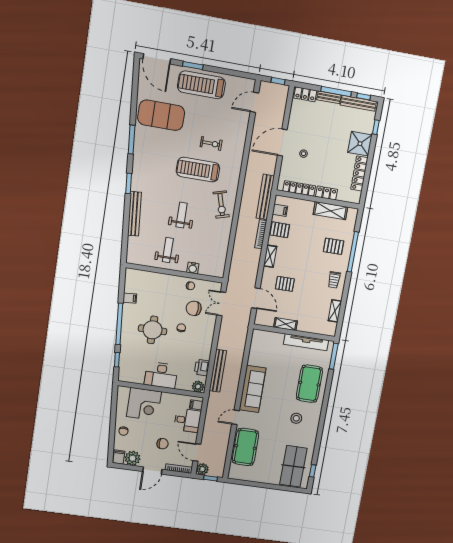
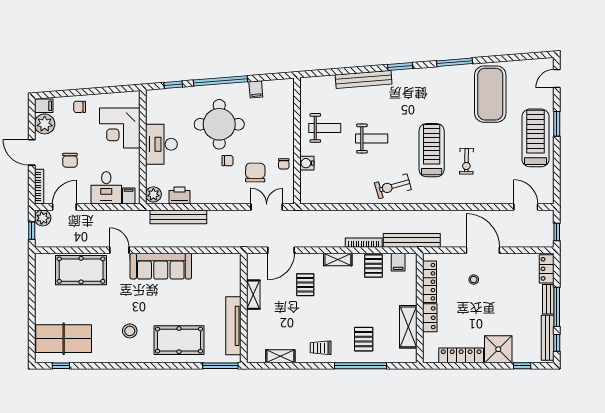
door: (157, 59) -> (557, 79), width x0.53
round table: (153, 330) -> (219, 124), width x1.36, depth x1.36

